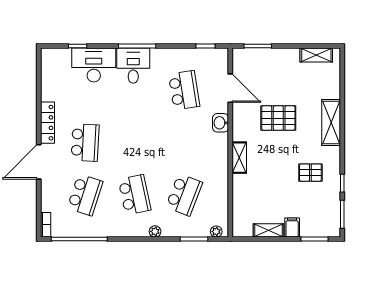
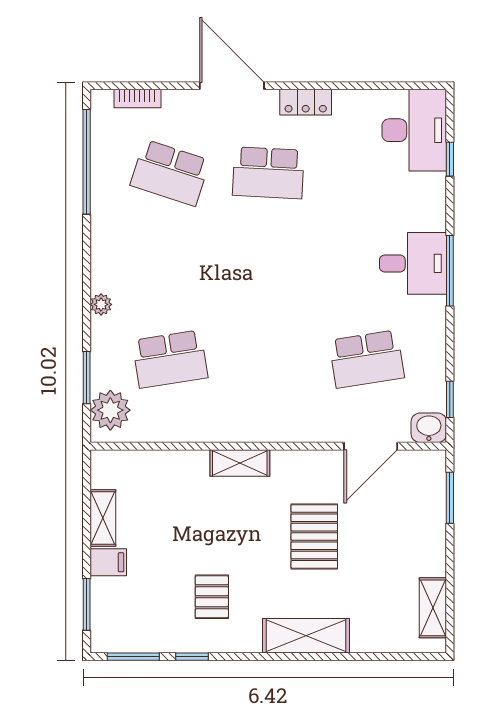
desk: (94, 65) -> (414, 130), moved
locker: (48, 123) -> (306, 102), width x0.66
washbasin: (221, 123) -> (429, 428), moved
school desk: (135, 195) -> (170, 266), removed
school desk: (184, 195) -> (170, 359), turned -30
bookcase: (46, 225) -> (137, 99), moved
plant: (216, 232) -> (110, 410), width x1.88, depth x1.88

